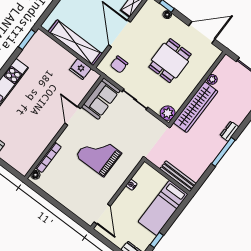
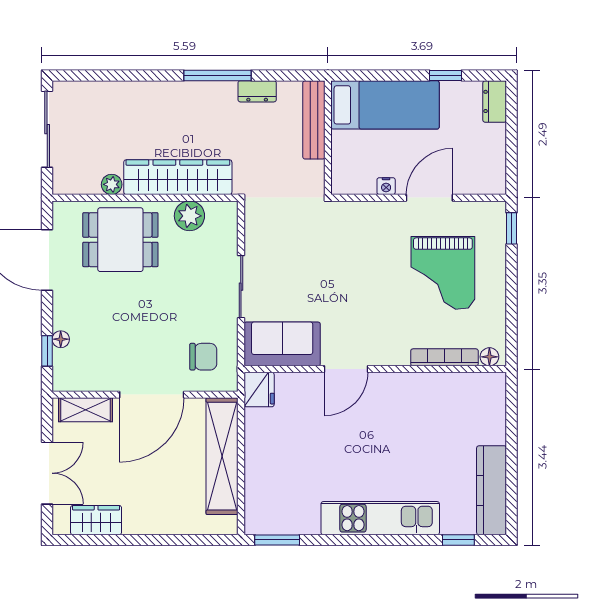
dining table: (170, 61) -> (120, 240), moved
fridge: (80, 69) -> (259, 390), moved
plant: (168, 113) -> (189, 216), moved
dresser: (229, 131) -> (257, 91), moved
grand piano: (99, 155) -> (443, 273), moved
door: (102, 214) -> (429, 198), moved
window: (79, 221) -> (512, 228), added

